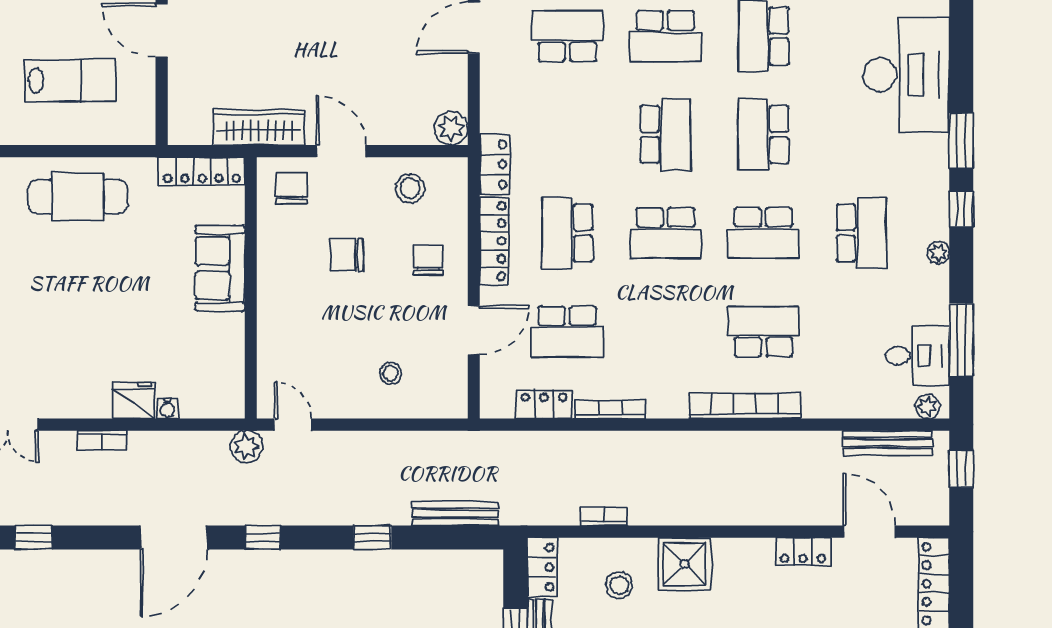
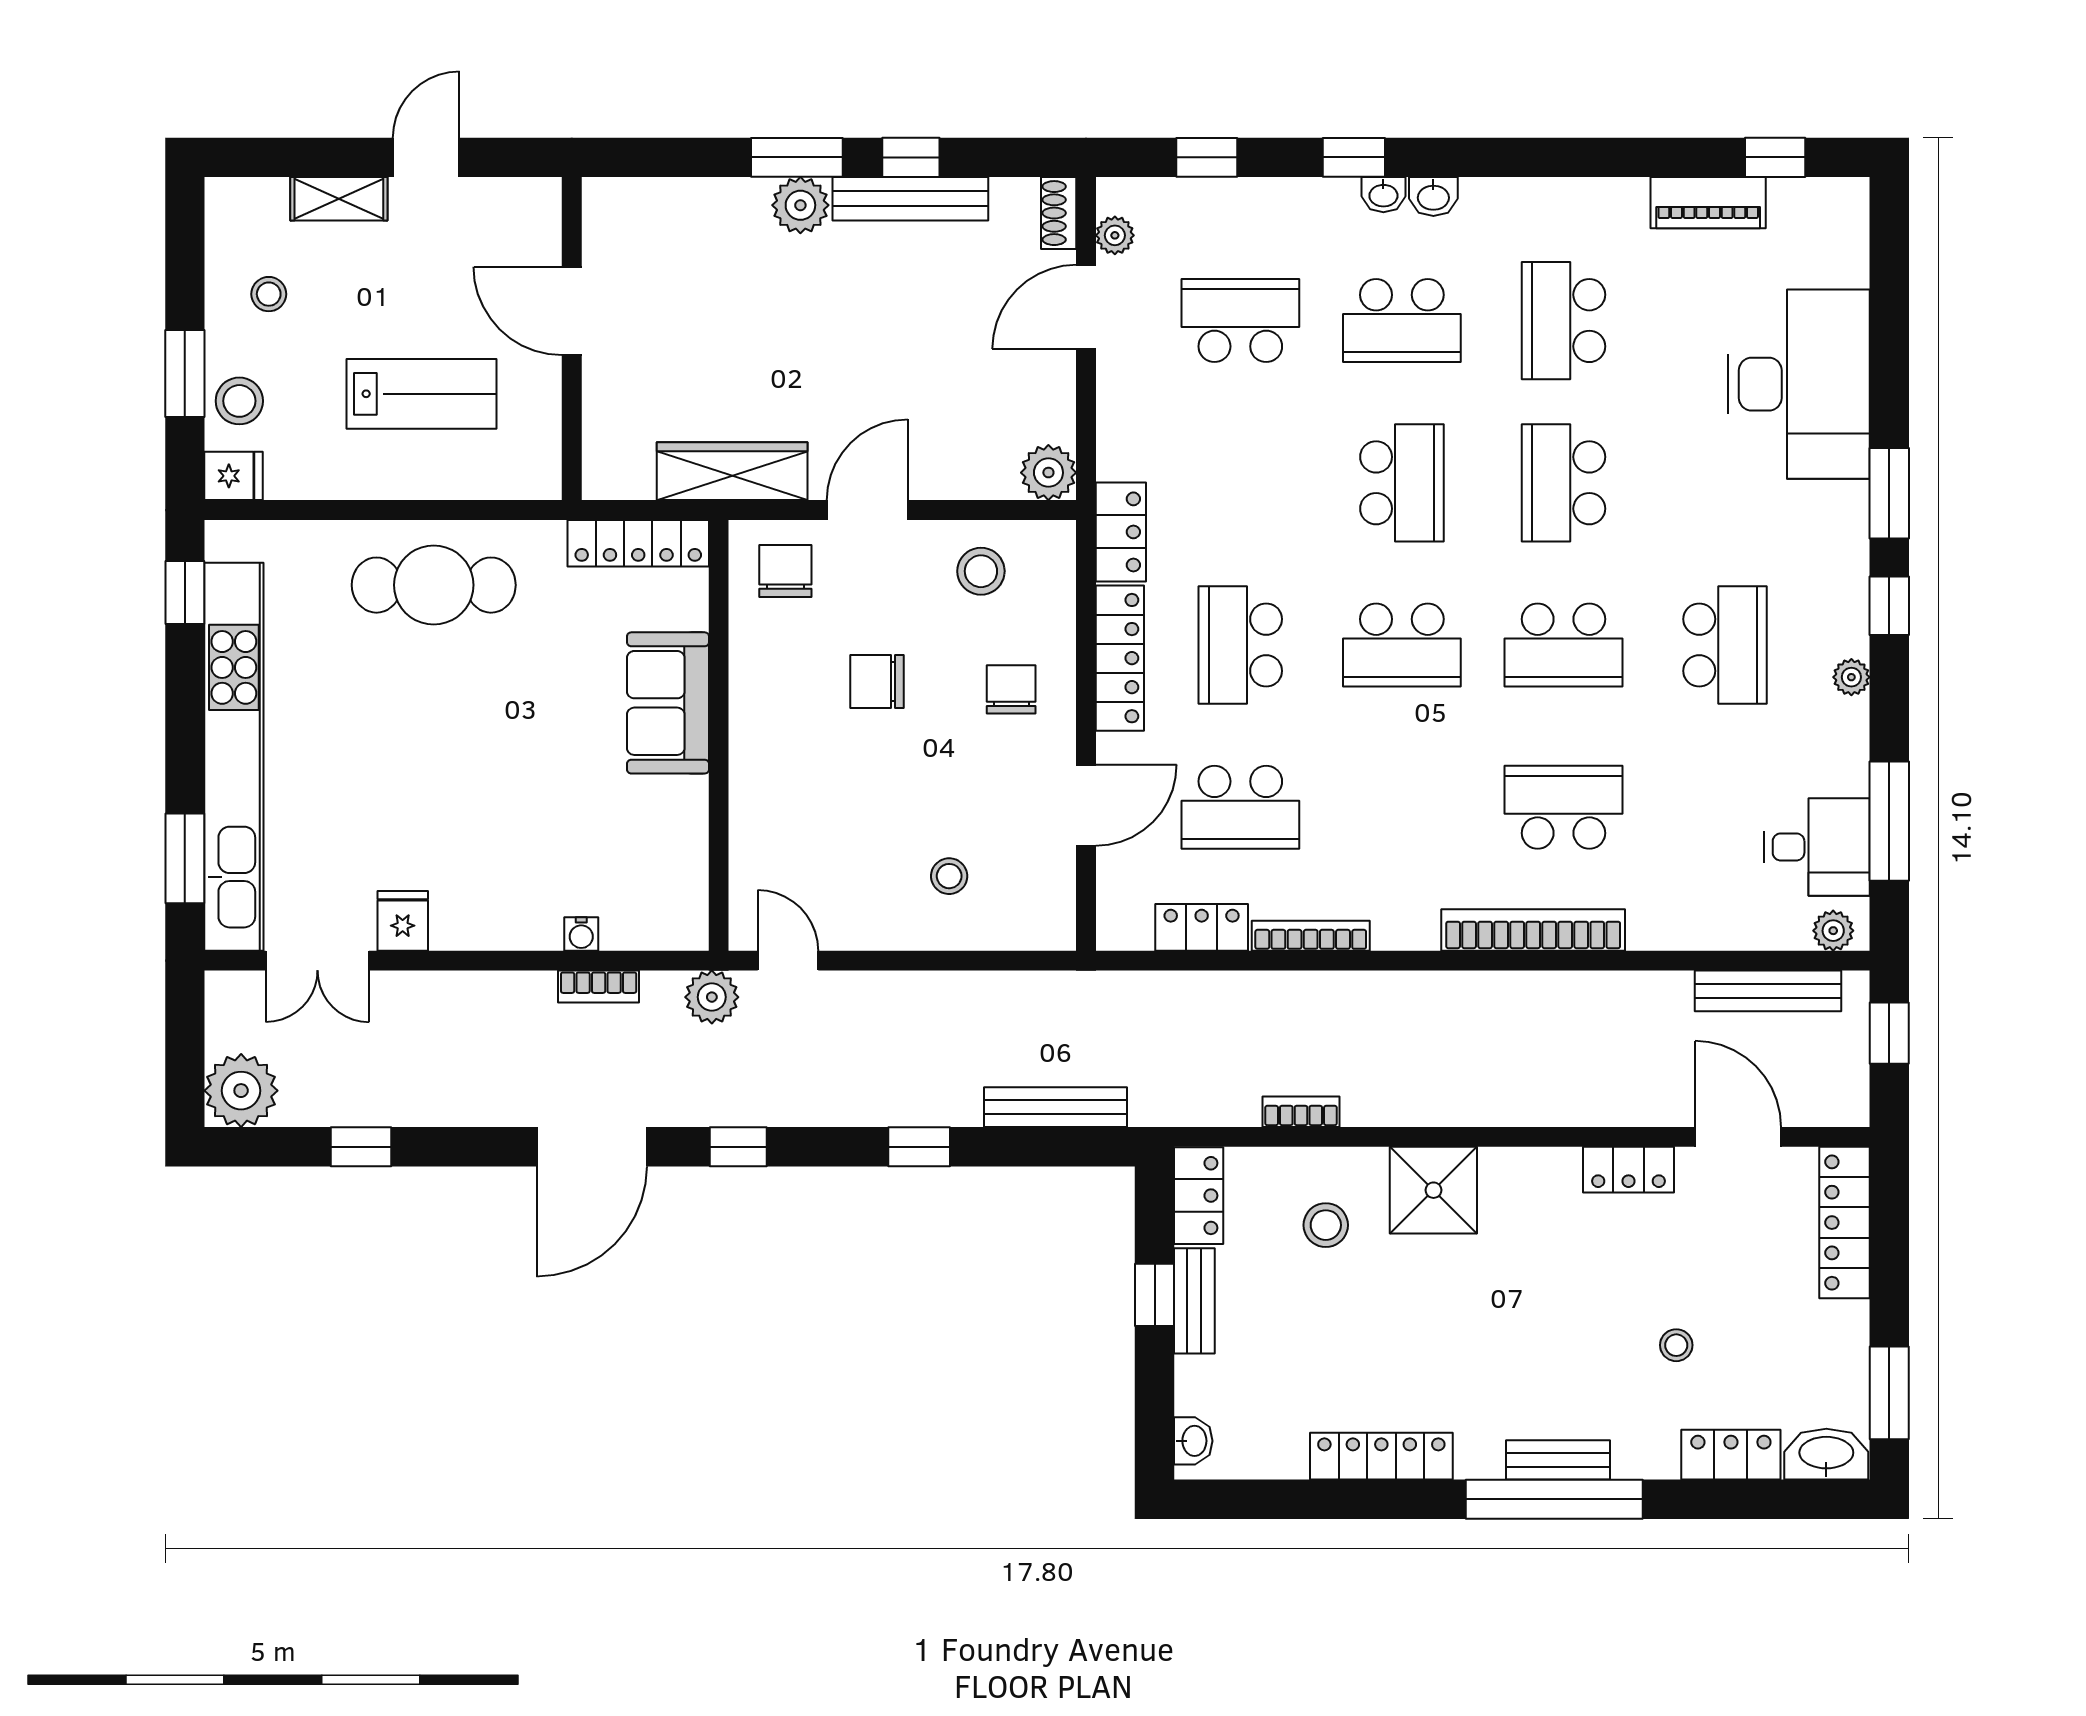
door: (341, 151) -> (867, 510), hinge flipped
fridge: (134, 400) -> (403, 921), moved, width x0.72
bookcase: (102, 440) -> (599, 987), moved

